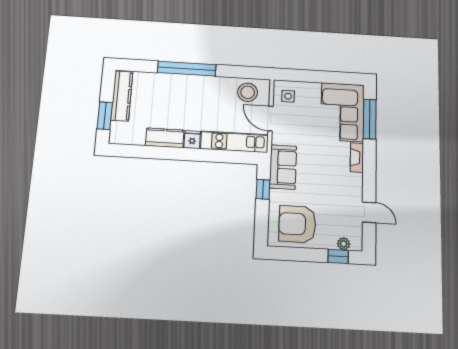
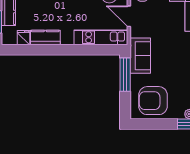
fridge: (192, 140) -> (23, 38), moved
window: (263, 189) -> (125, 75), width x2.17

